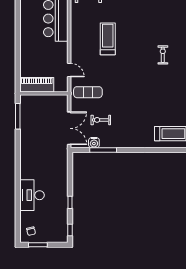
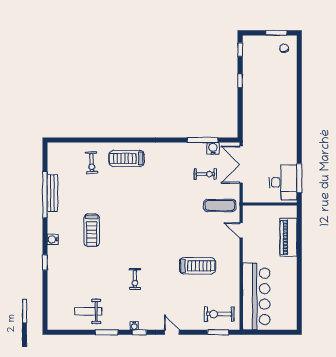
treadmill: (108, 39) -> (197, 266), turned -90
exercise bike: (163, 55) -> (135, 279), moved
piano: (37, 85) -> (288, 237), moved, turned 90
desk: (32, 195) -> (283, 182), moved

